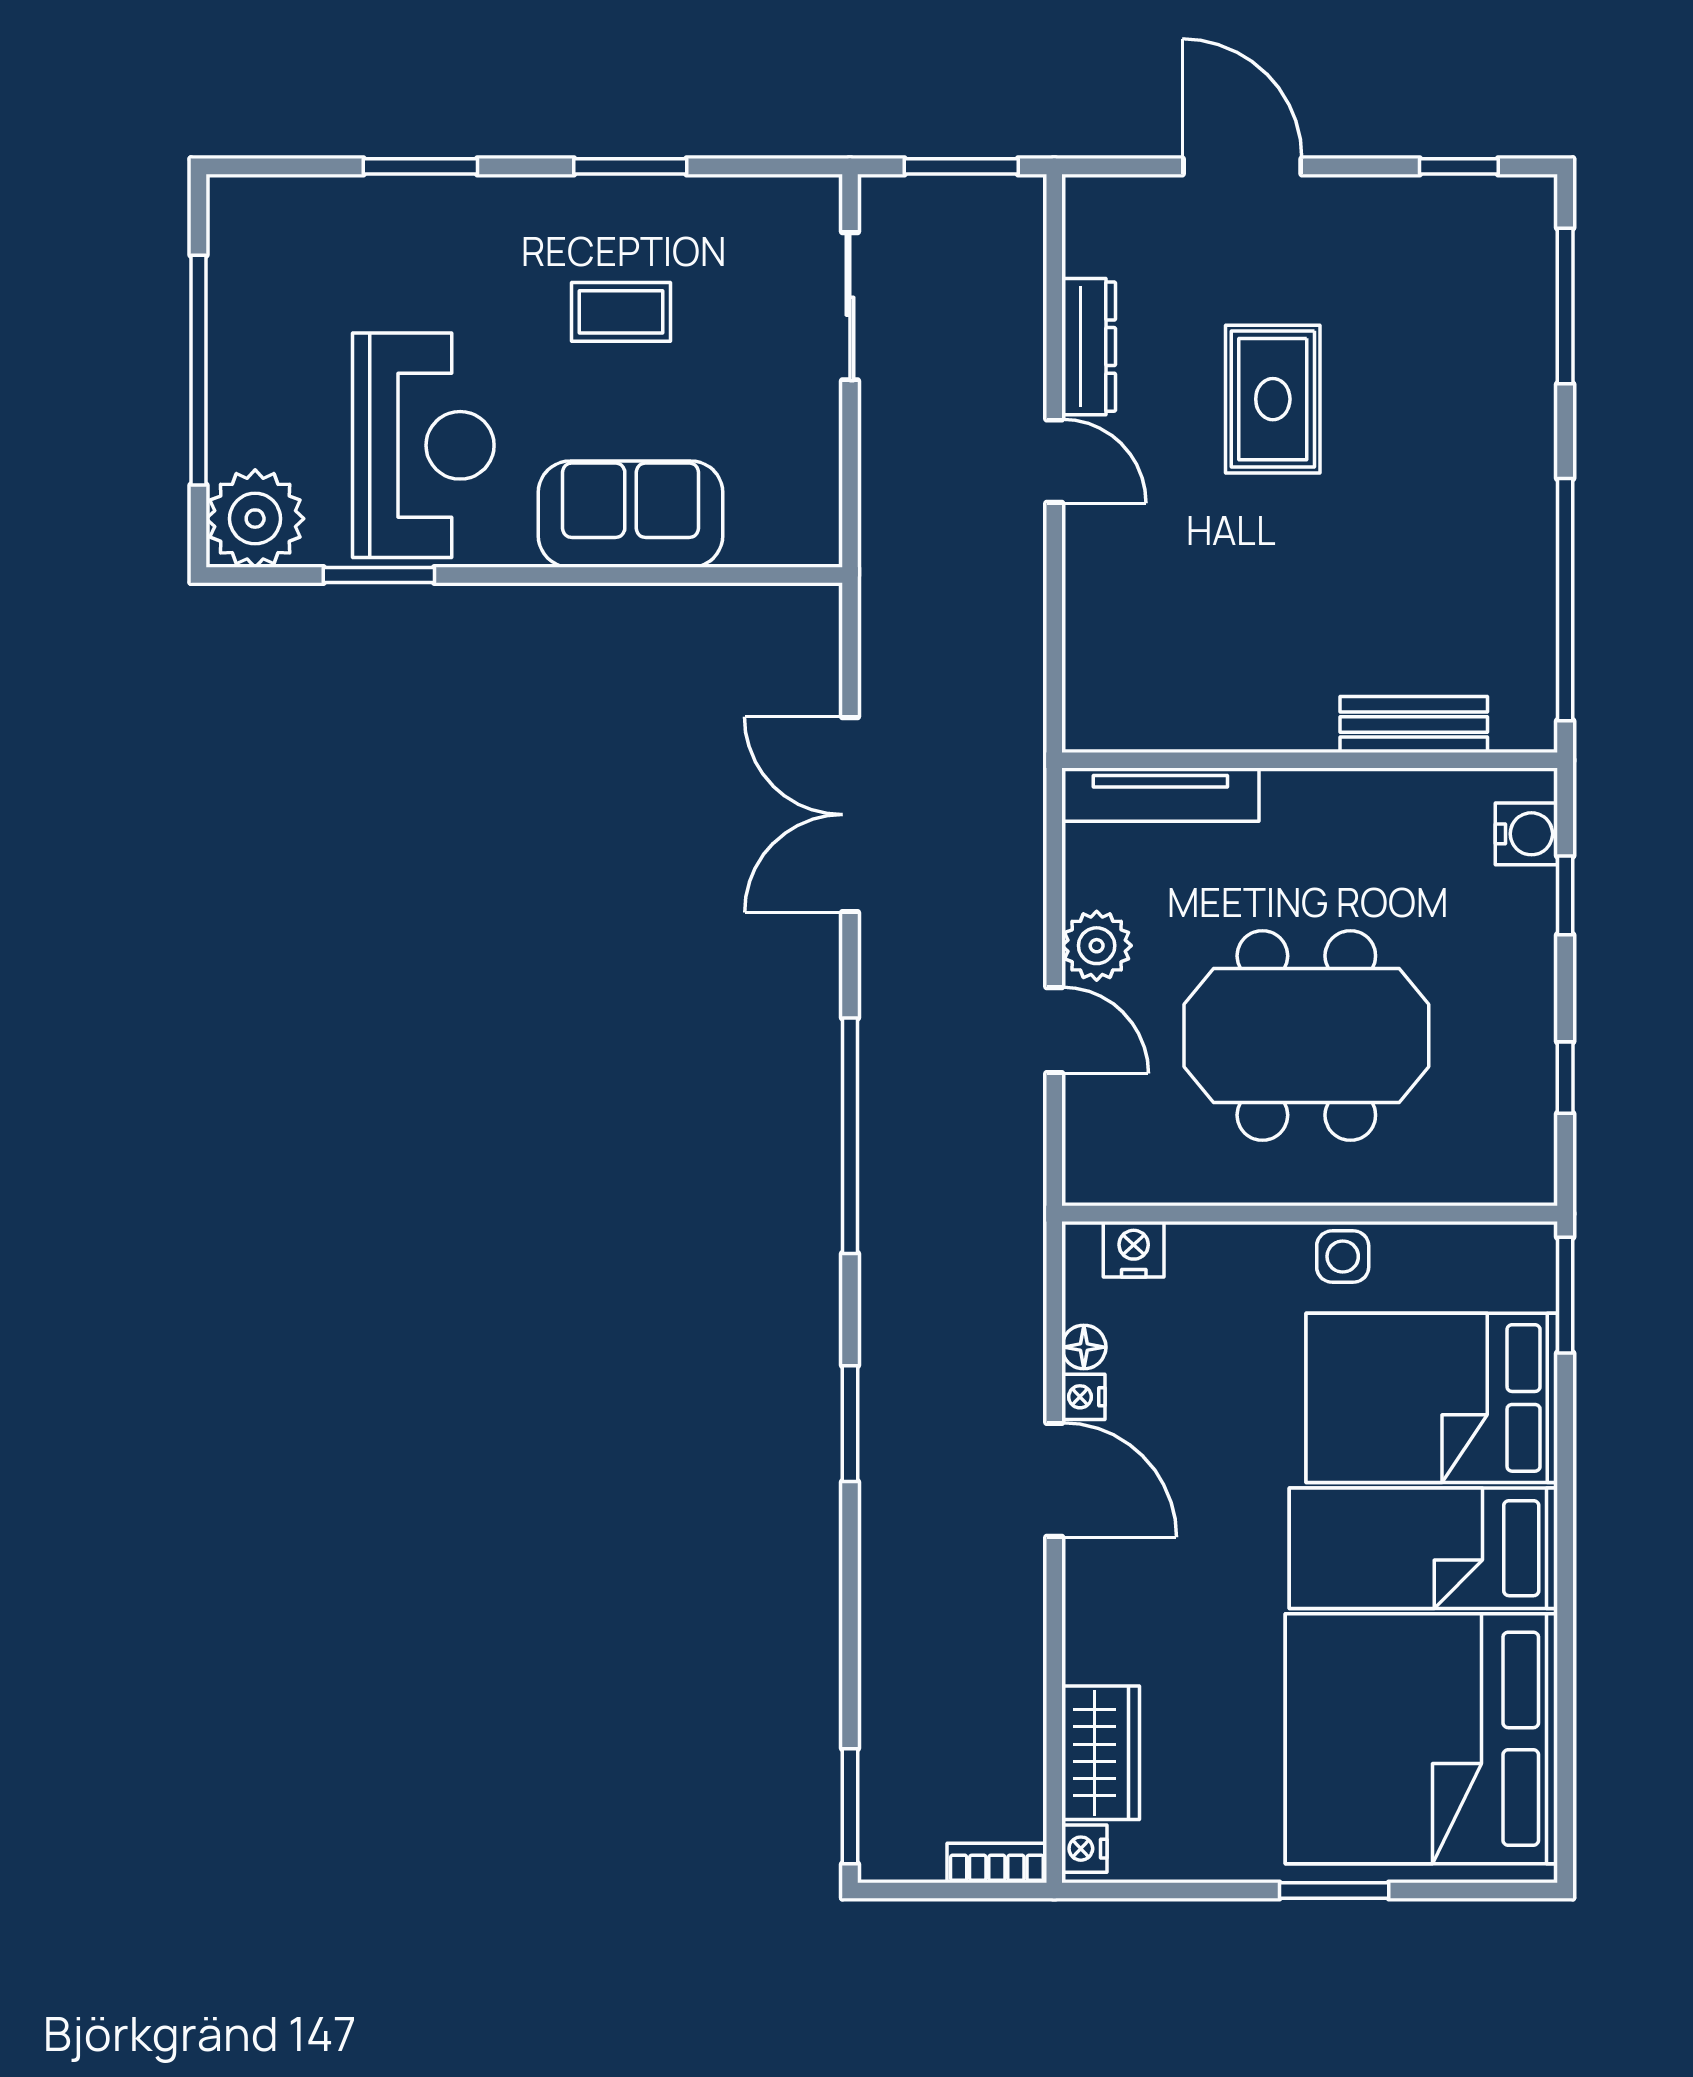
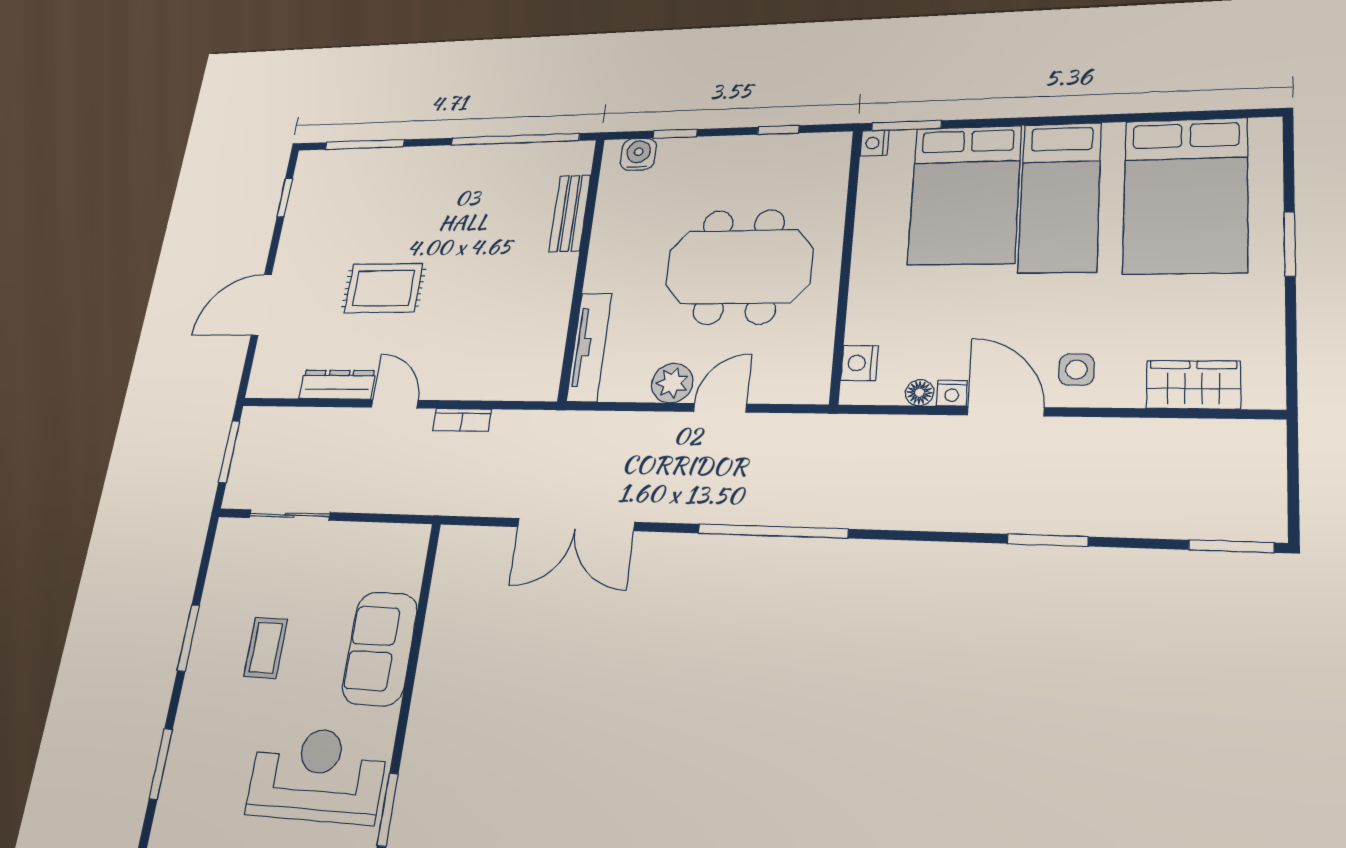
door: (1054, 461) -> (395, 404), hinge flipped
meeting table: (1306, 1036) -> (739, 267), turned 90
side table: (1343, 1256) -> (1076, 370), moved
window: (850, 1424) -> (1047, 540), moved
door: (1054, 1480) -> (1006, 411), hinge flipped
bed: (1421, 1739) -> (1185, 195), width x0.73
nightstand: (1084, 1849) -> (874, 143), moved, turned 90
bookcase: (997, 1863) -> (462, 420), moved, turned -90

